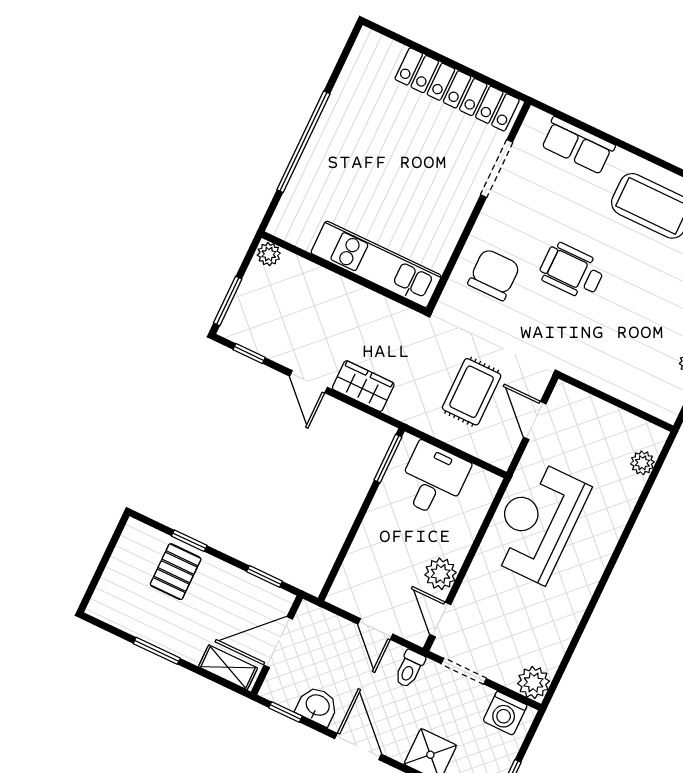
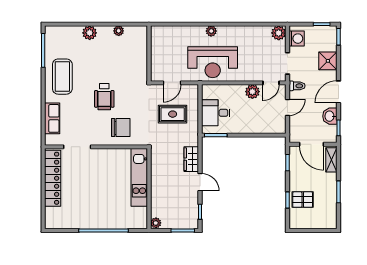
chair: (494, 275) -> (121, 128), turned 180
door: (308, 382) -> (200, 182), hinge flipped
plant: (642, 463) -> (211, 31), moved

